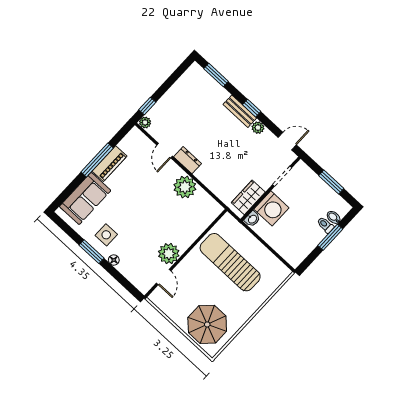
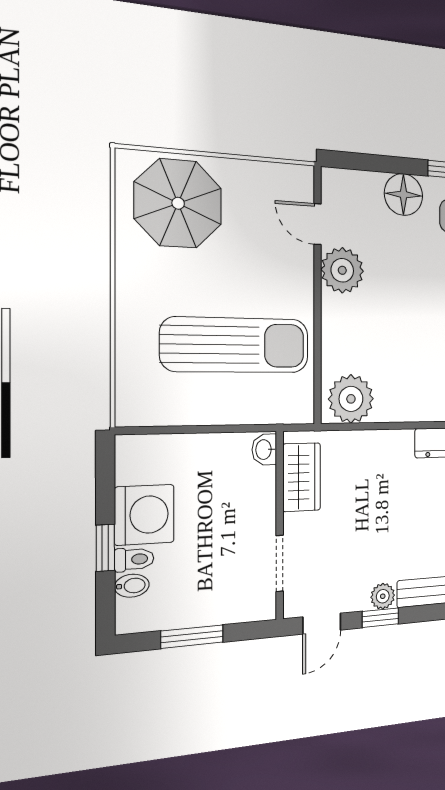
window: (252, 108) -> (380, 618), moved
plant: (185, 187) -> (351, 399), moved
washing machine: (271, 208) -> (144, 515), moved, turned 180
window: (330, 237) -> (105, 548), width x0.67
floor lamp: (114, 260) -> (403, 195), width x1.89, depth x1.89

